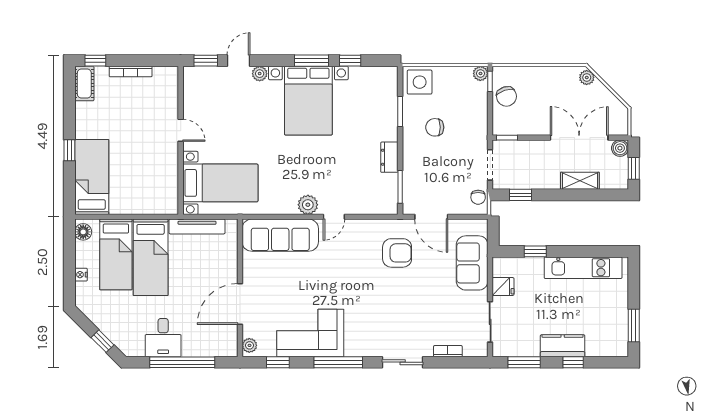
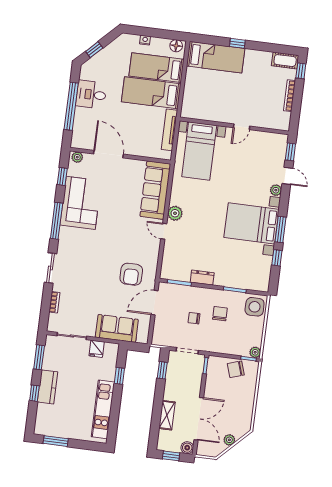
plant: (587, 77) -> (229, 440), moved
chair: (478, 197) -> (194, 318), moved

